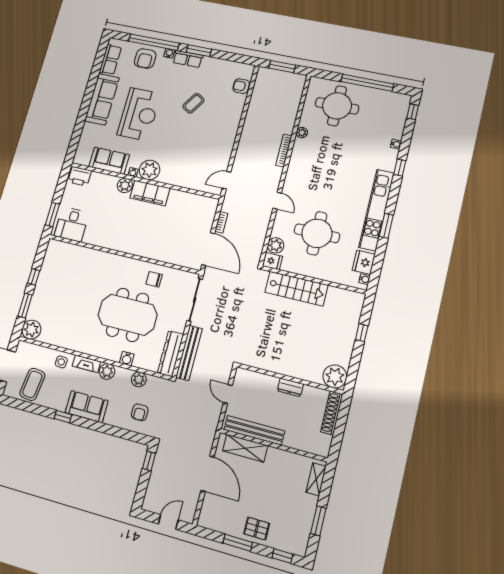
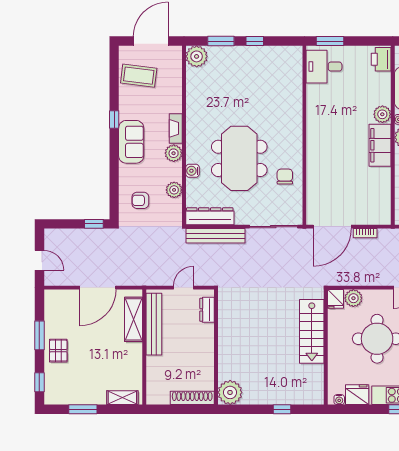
side table: (61, 362) -> (171, 100), removed
dresser: (290, 387) -> (207, 310), moved

